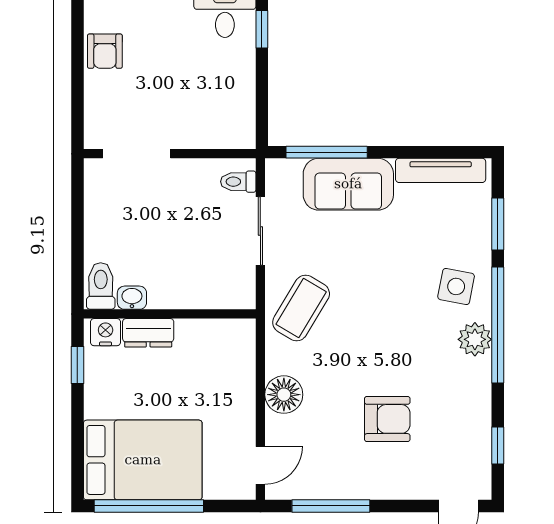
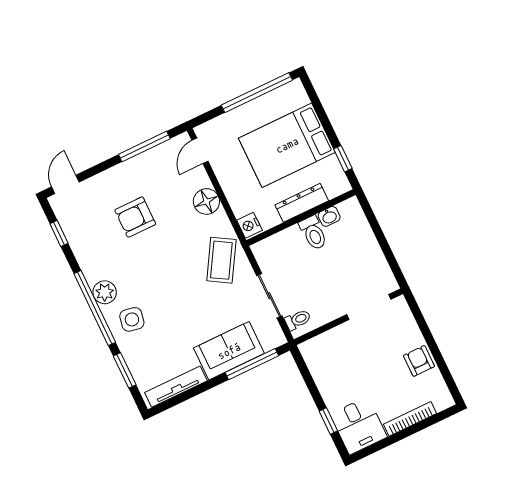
toilet: (101, 286) -> (313, 233), moved
nightstand: (106, 332) -> (249, 225), moved, turned 90
dresser: (148, 333) -> (302, 203), width x1.44
bed: (143, 460) -> (287, 145), moved

